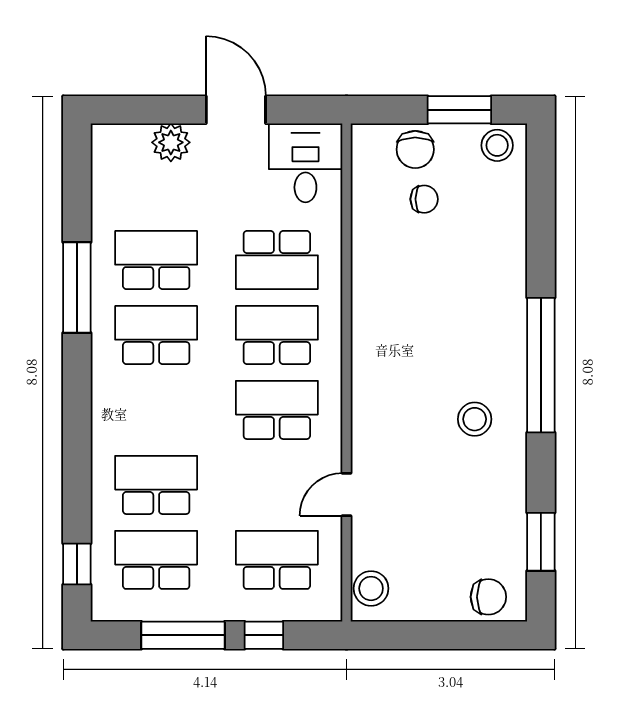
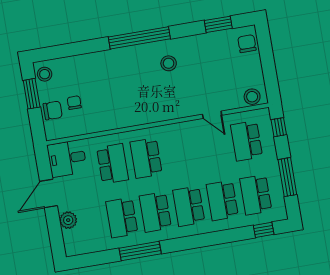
school desk: (277, 410) -> (189, 206), moved
window: (264, 635) -> (279, 127), moved

